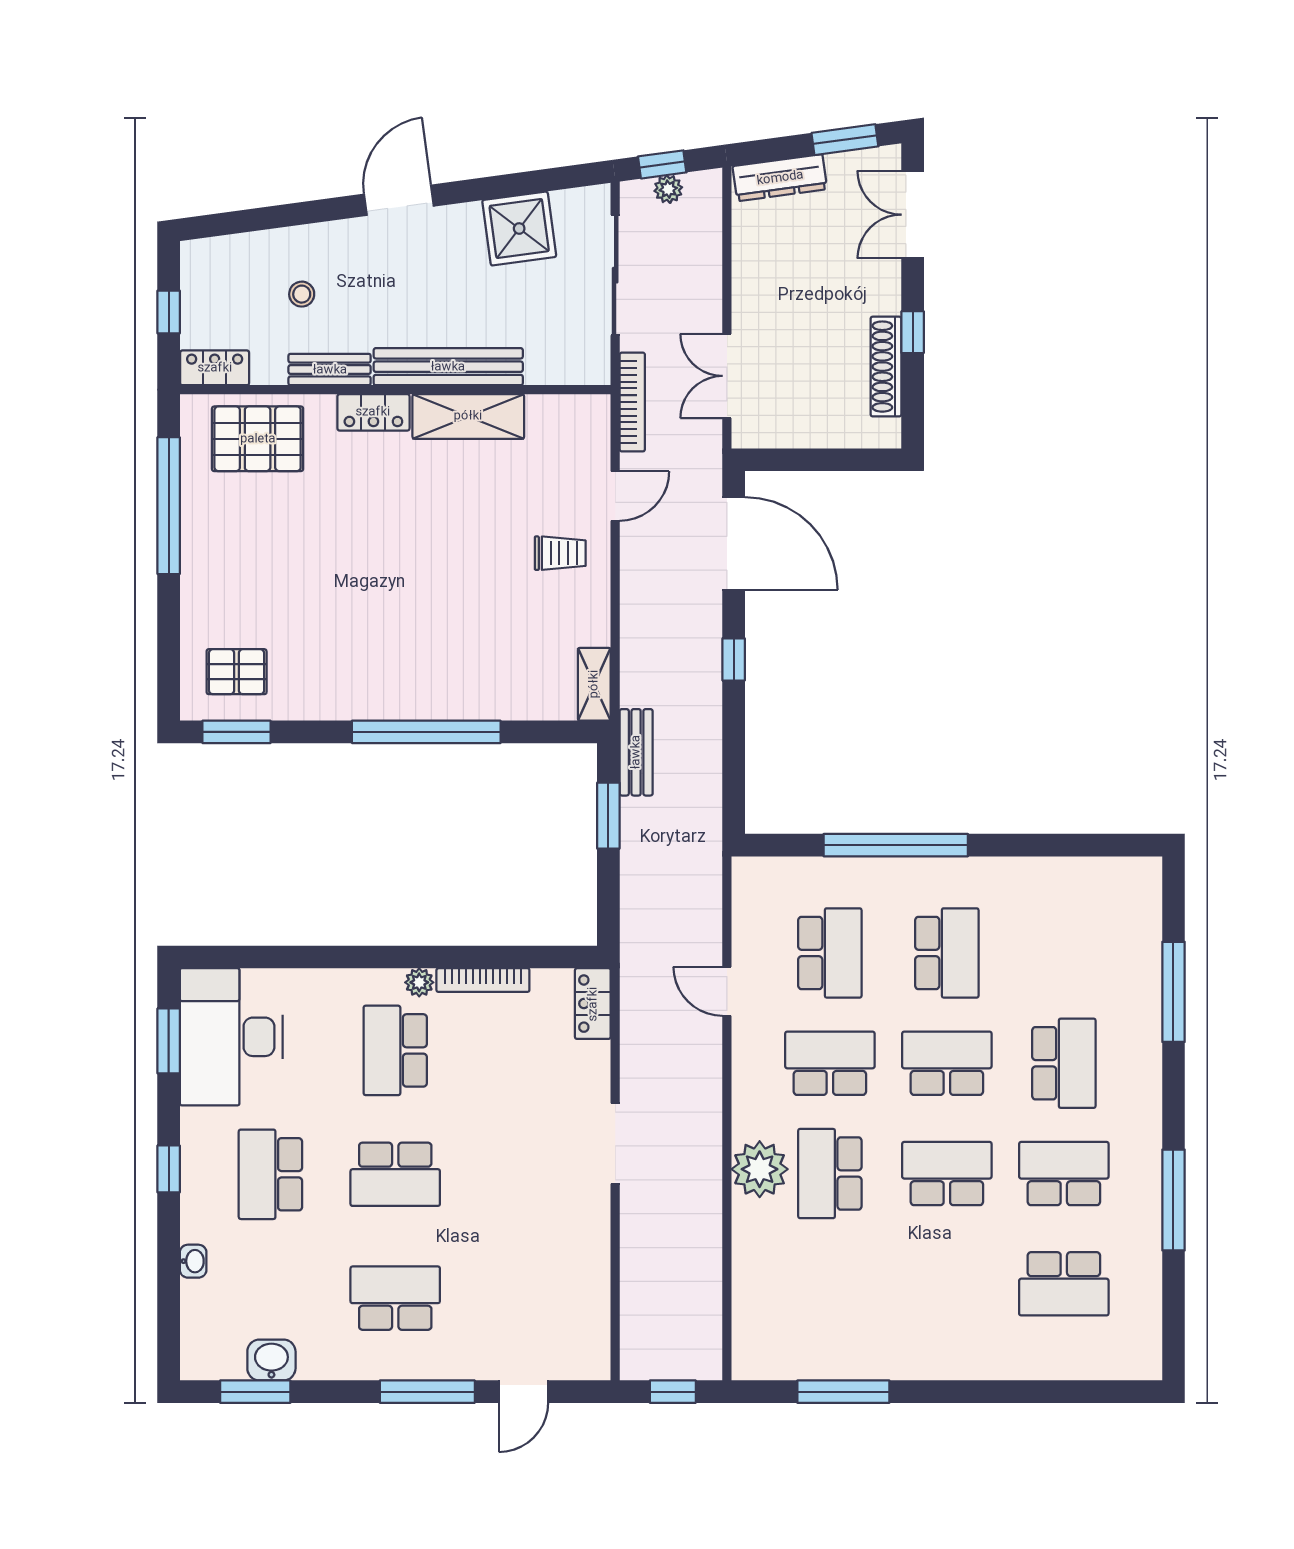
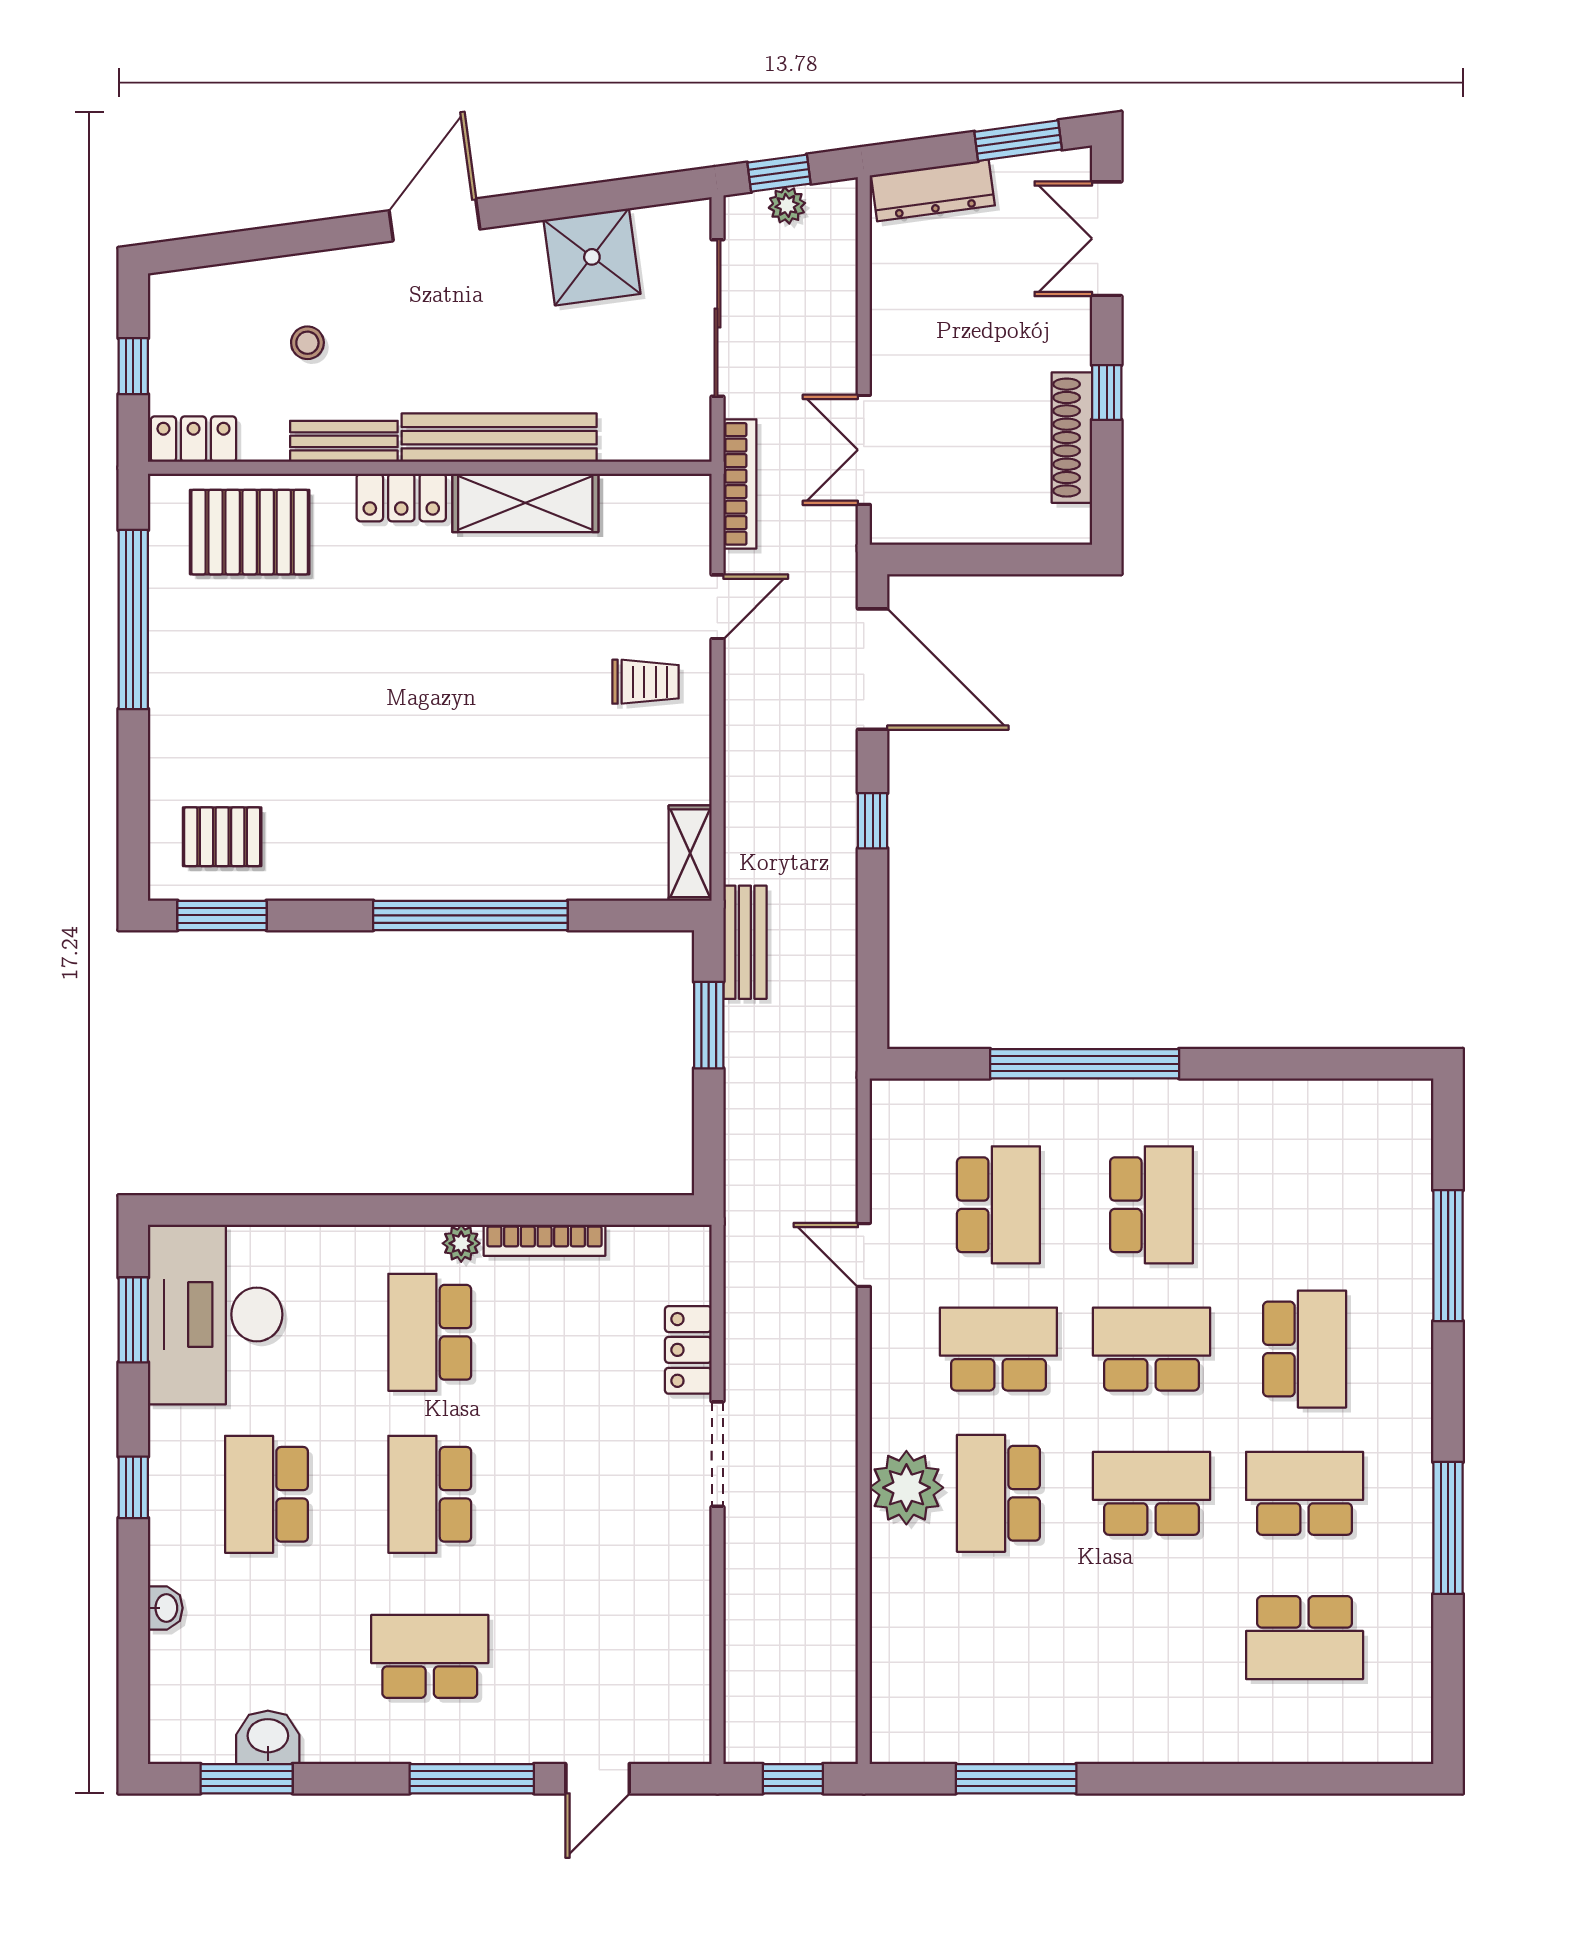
locker: (593, 1004) -> (688, 1350), moved
school desk: (395, 1174) -> (430, 1494), turned 90

